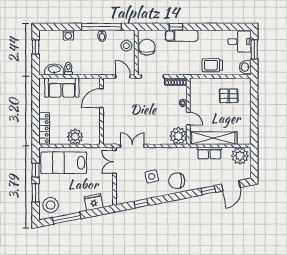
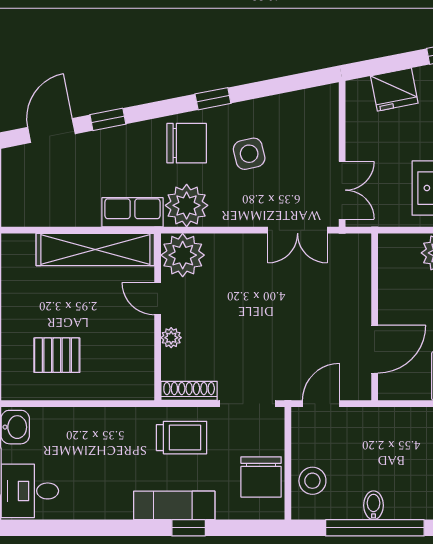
trolley: (212, 65) -> (182, 438), moved
door: (123, 76) -> (321, 404), swing flipped
row of seats: (209, 153) -> (132, 212), moved
plant: (240, 156) -> (187, 205), moved
window: (141, 203) -> (213, 99), moved

